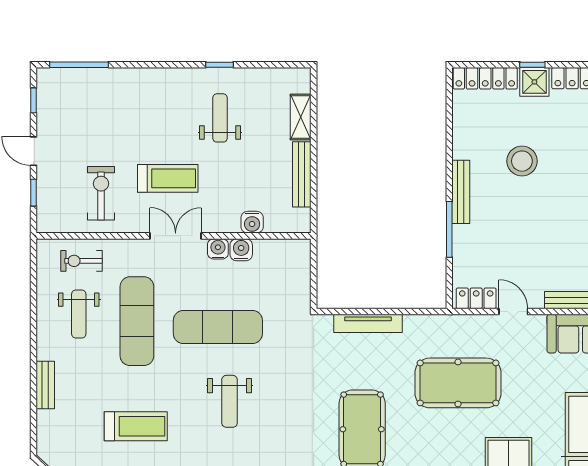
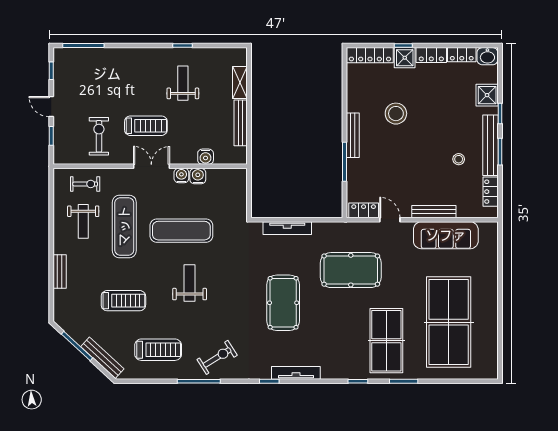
exercise bike: (82, 261) -> (85, 184), turned 180
weight bench: (230, 401) -> (190, 283), turned 180

